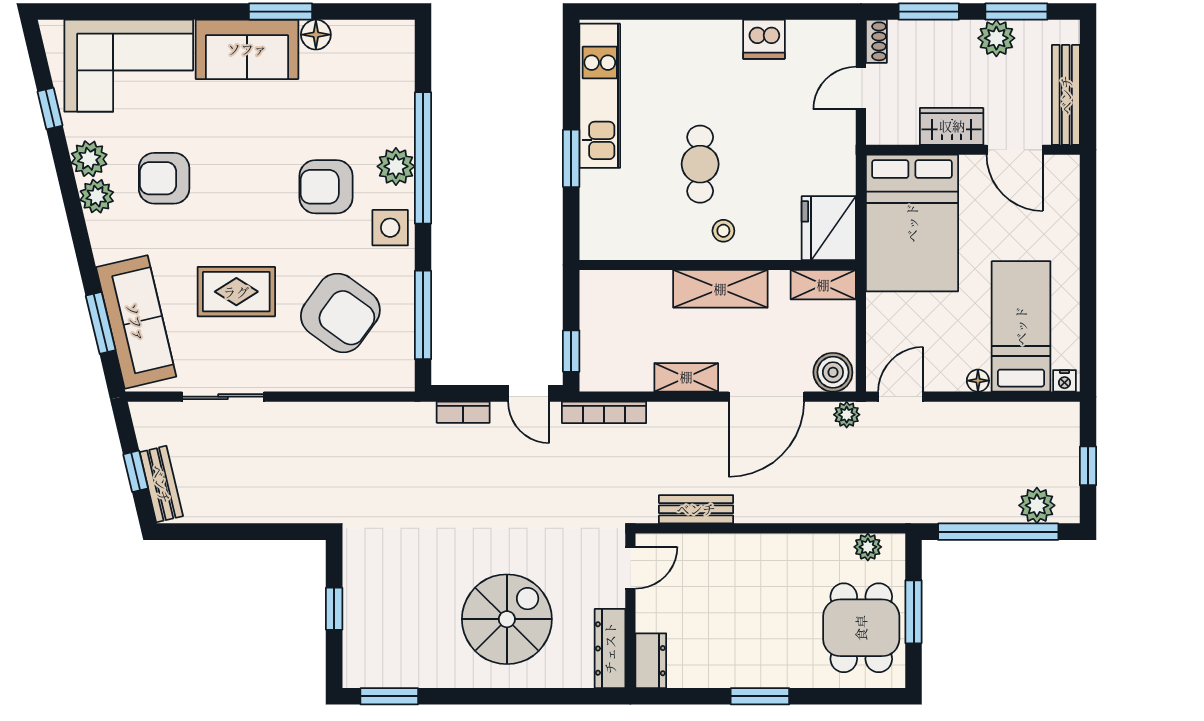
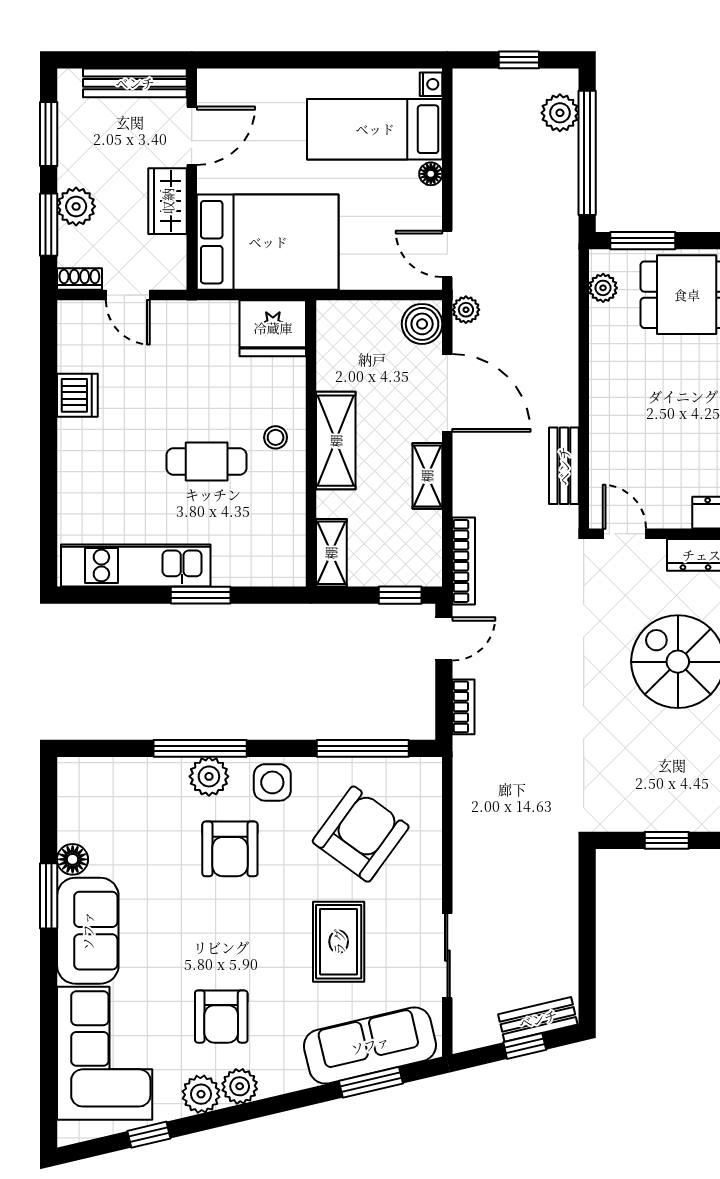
plant: (996, 38) -> (76, 206), moved
window: (423, 158) -> (200, 748), width x0.68
shelving: (823, 285) -> (331, 553), moved
window: (914, 612) -> (643, 241), moved

